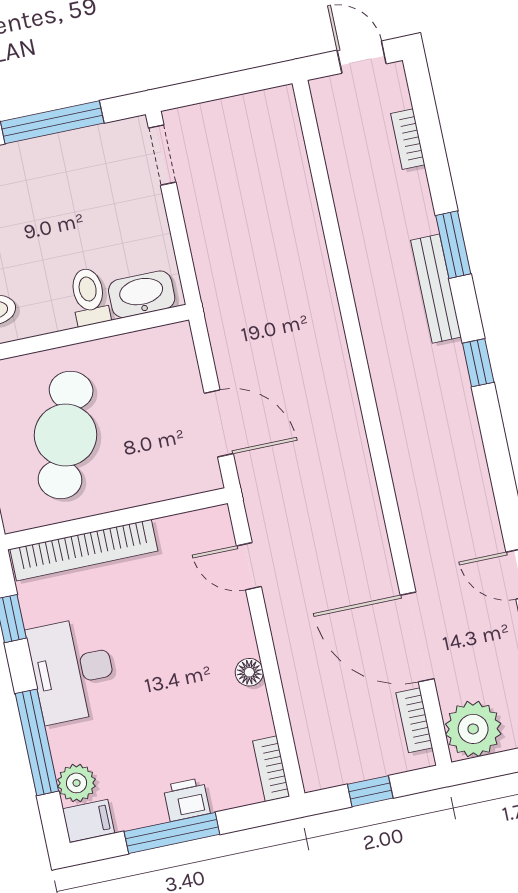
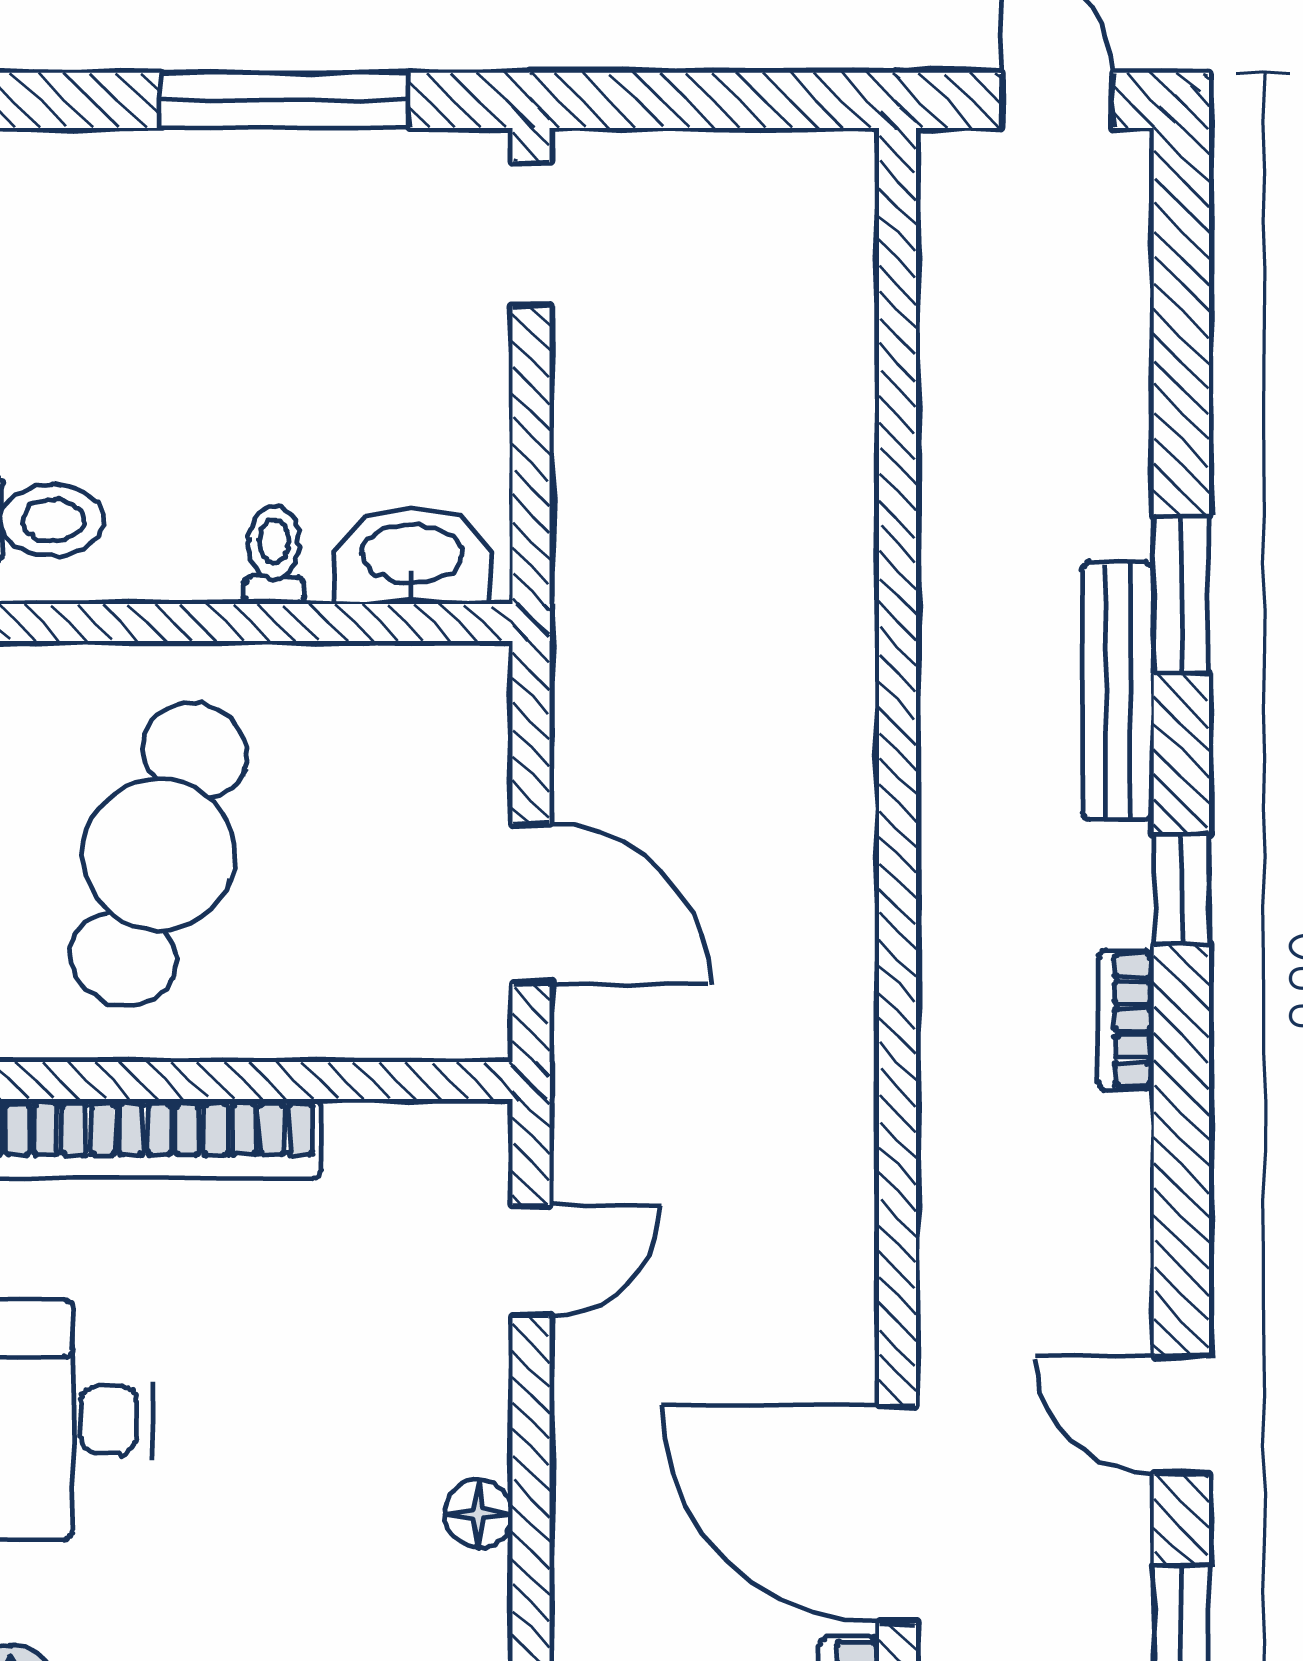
bookcase: (408, 139) -> (1126, 1020), moved
toilet: (89, 297) -> (274, 555), width x0.73, depth x0.72
door: (249, 566) -> (531, 1261), swing flipped

